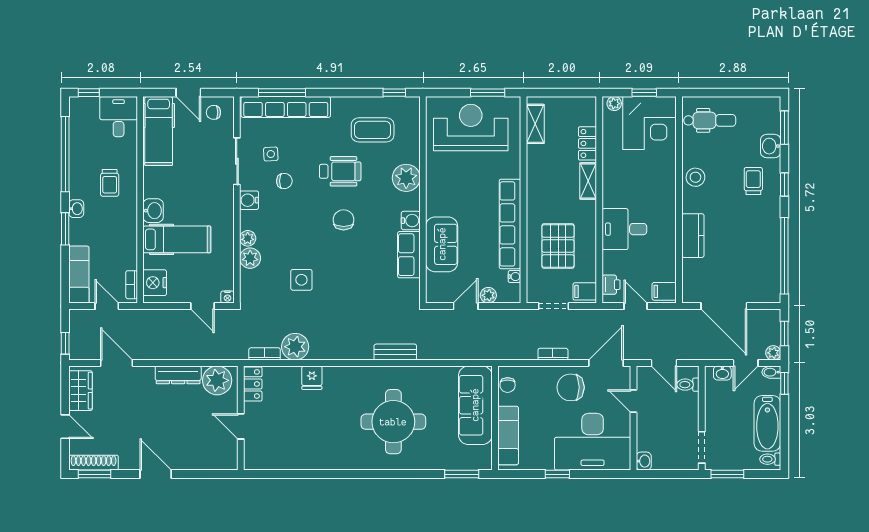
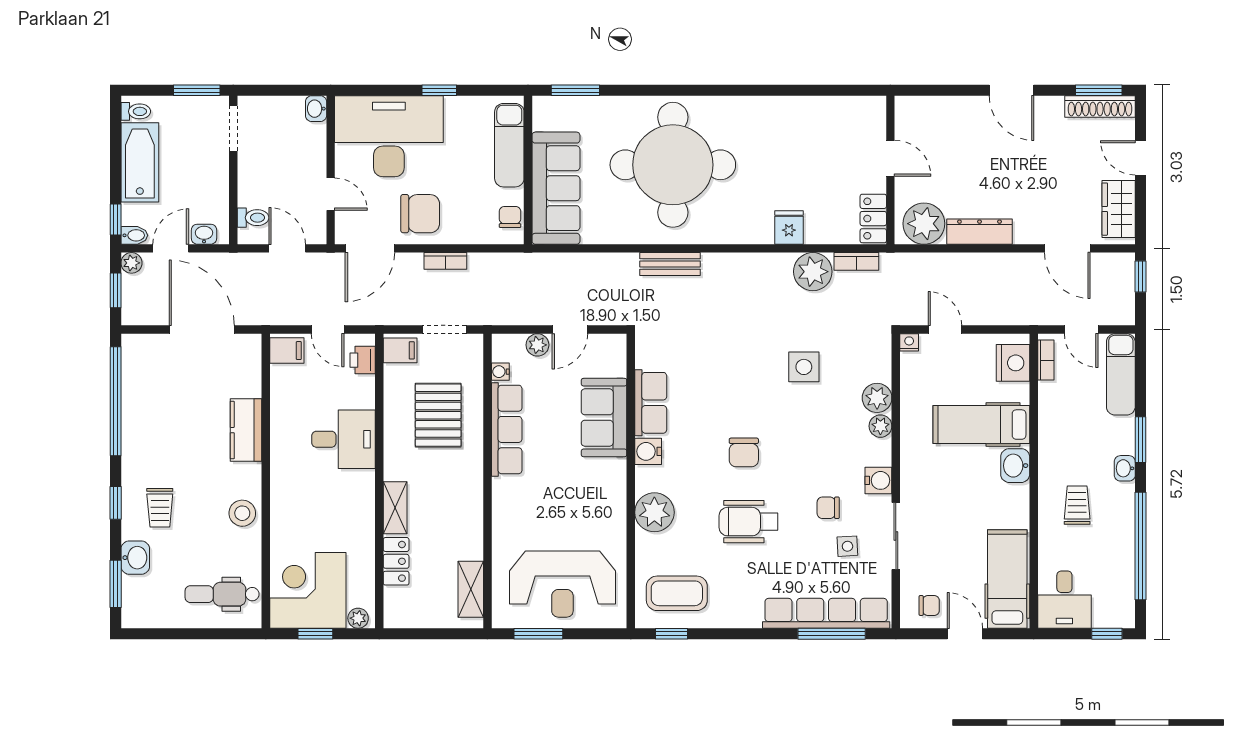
coffee table: (373, 130) -> (677, 593), moved
row of seats: (510, 224) -> (507, 429), width x0.73
round table: (393, 422) -> (673, 165), width x1.36, depth x1.36

